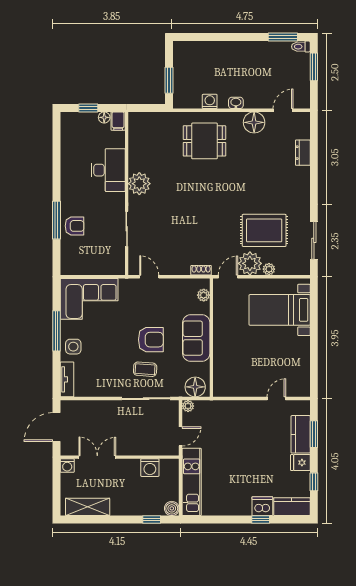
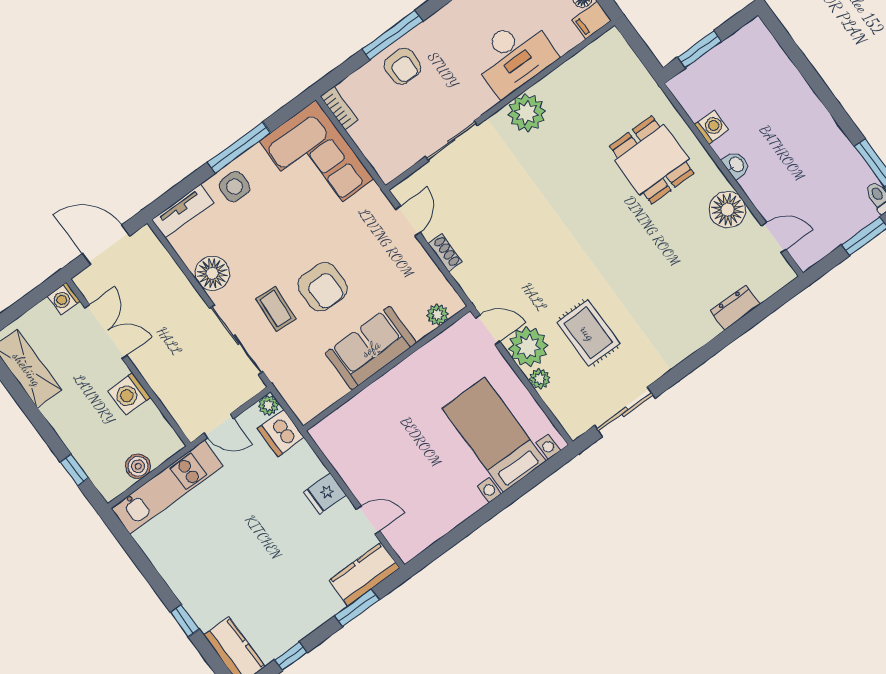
rug: (264, 230) -> (588, 333), width x0.73, depth x0.70
bookcase: (73, 270) -> (339, 108), added
shoe rack: (201, 270) -> (445, 253), moved
floor lamp: (195, 387) -> (212, 273), moved
kitchen counter: (301, 434) -> (365, 574), moved
fridge: (300, 463) -> (325, 493), moved, turned -90
washing machine: (150, 468) -> (129, 394), moved
dishwasher: (262, 506) -> (281, 433), moved, turned 180
boiler: (172, 508) -> (138, 466), moved

